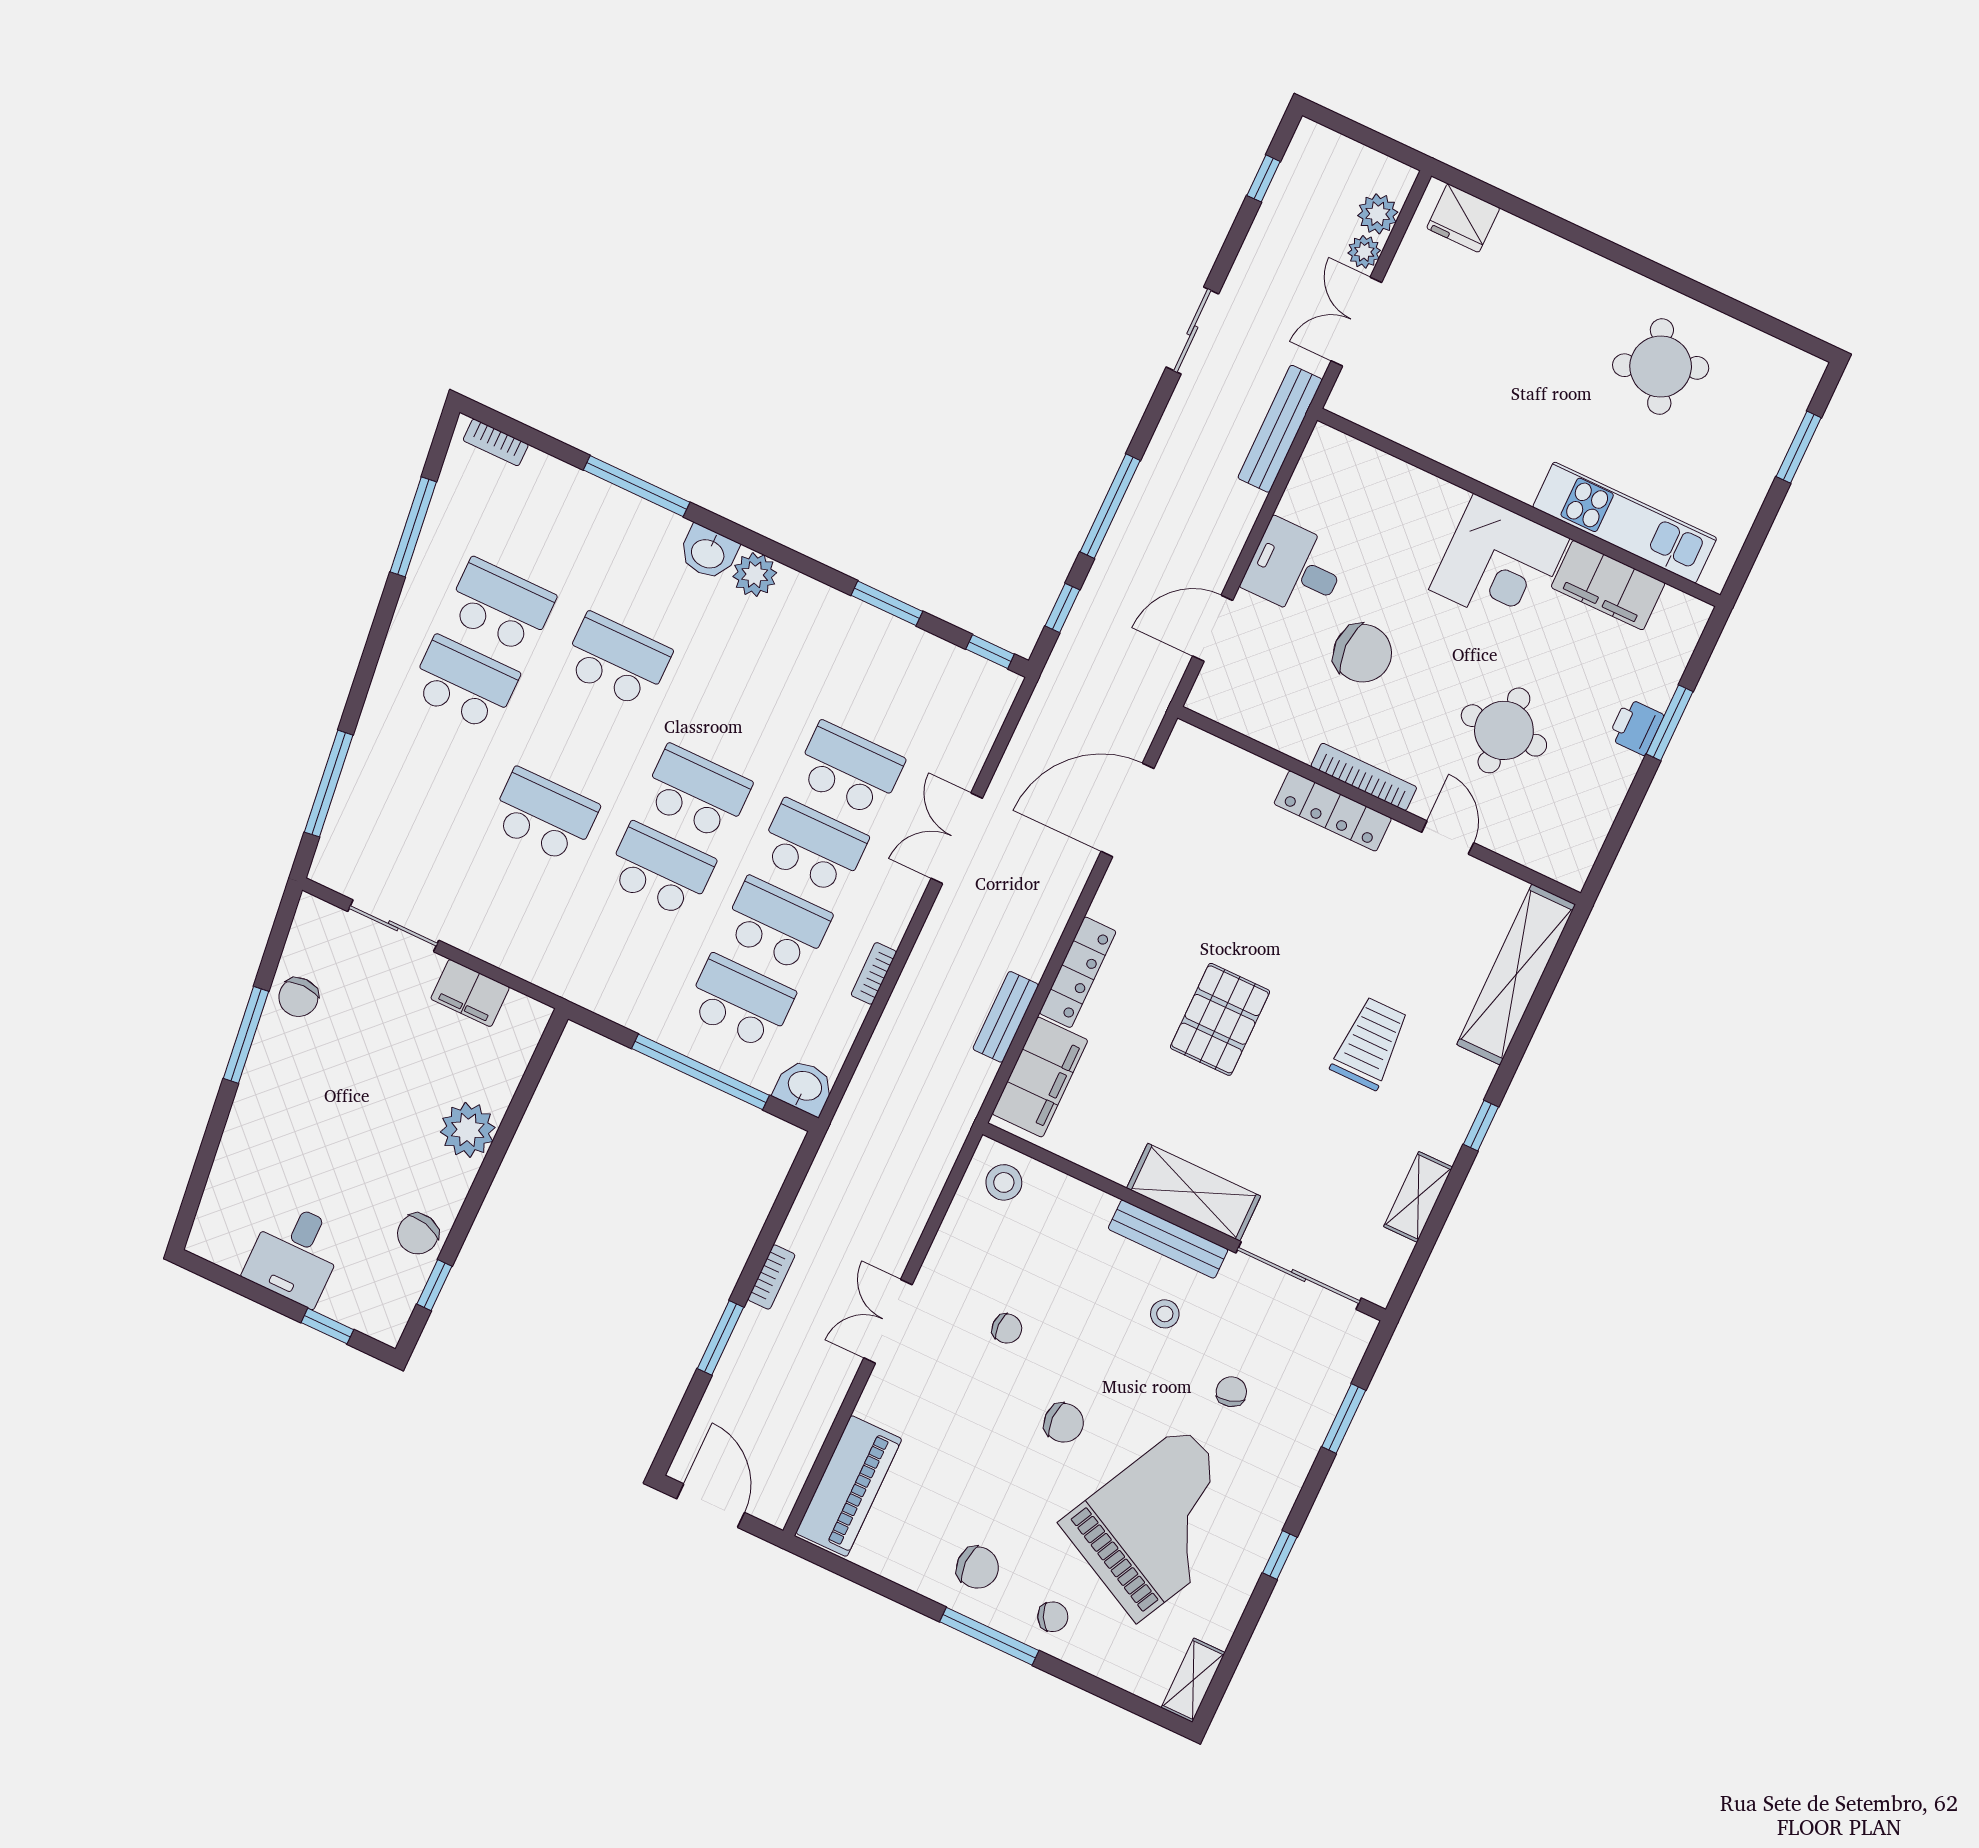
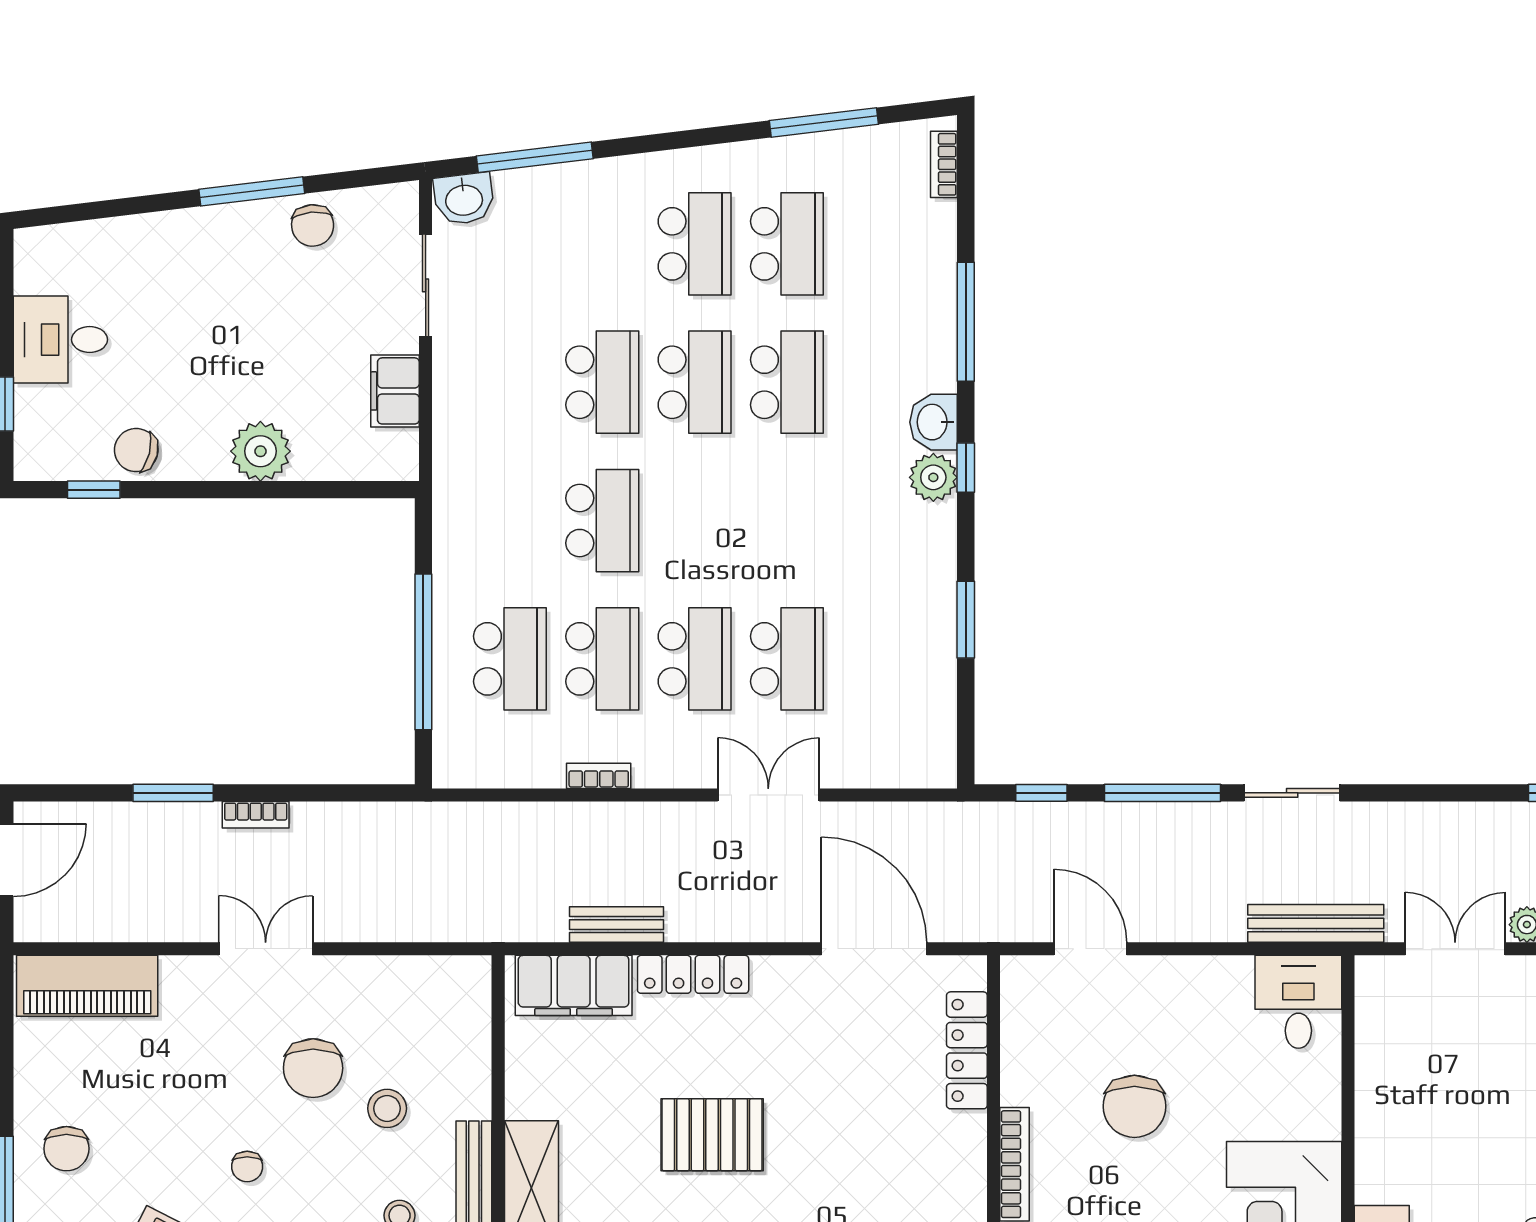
sliding door: (1192, 330) -> (1292, 793), moved
desk: (1295, 569) -> (1298, 1002), moved
window: (990, 652) -> (966, 468), moved
school desk: (697, 792) -> (695, 382), moved
locker: (1333, 811) -> (967, 1050), moved
chair: (298, 997) -> (313, 225), turned -95
washbasin: (804, 1087) -> (464, 199), moved, turned 83
stool: (1004, 1182) -> (387, 1108), moved
chair: (1007, 1329) -> (313, 1068), width x1.87, depth x1.87
chair: (1064, 1423) -> (247, 1167), width x0.73, depth x0.73

